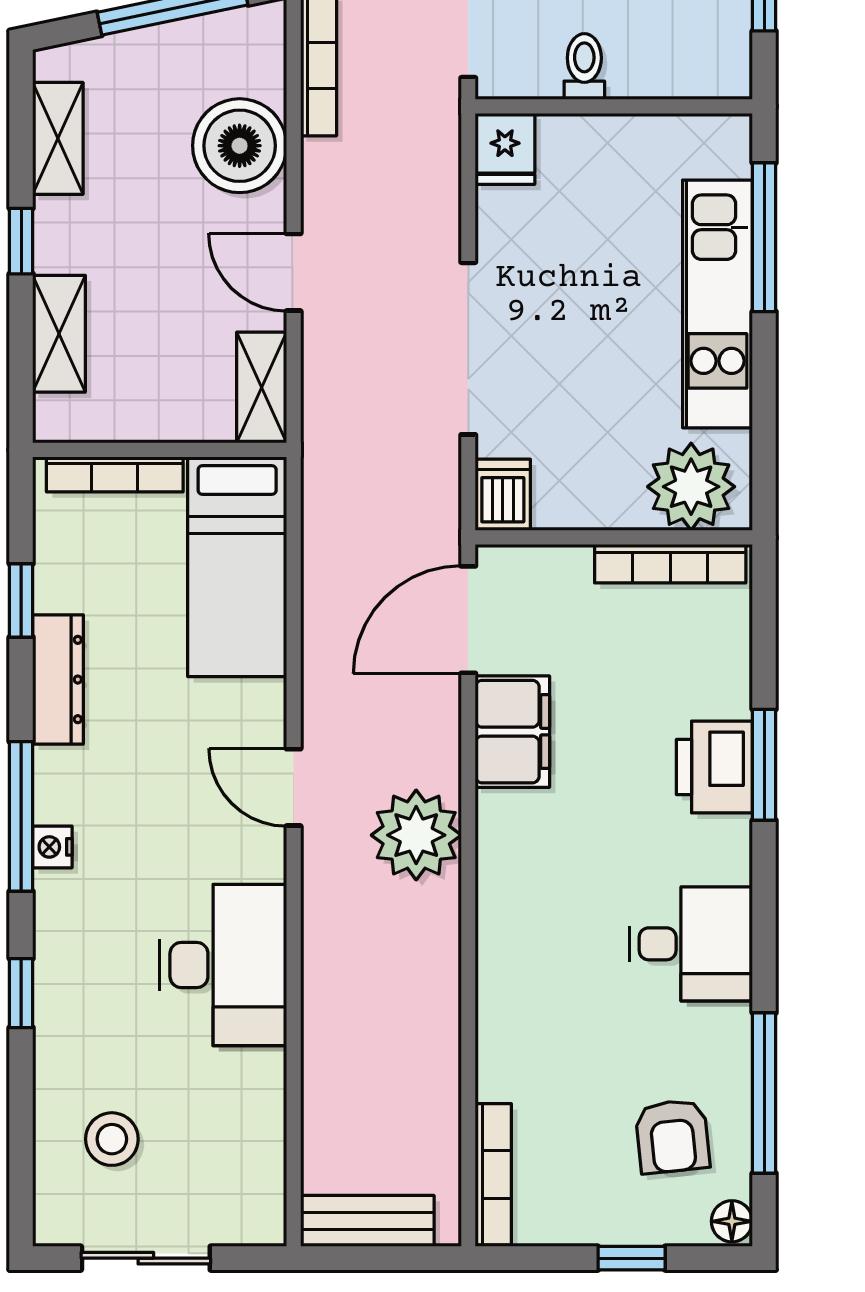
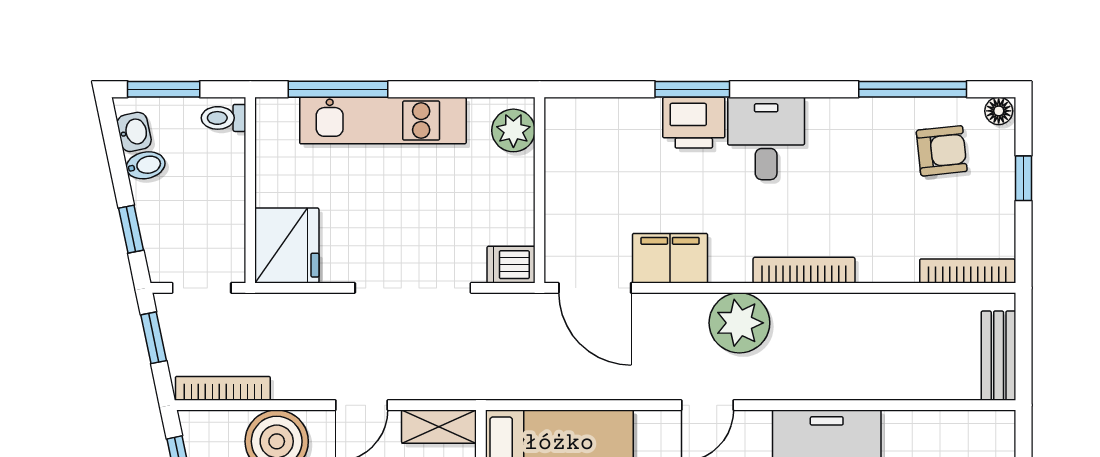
toilet: (584, 67) -> (224, 118), moved
fridge: (505, 149) -> (287, 246), width x1.88, depth x1.34
plant: (691, 487) -> (513, 130), width x0.73, depth x0.73
bookcase: (670, 564) -> (804, 270), moved, turned -90
desk: (691, 944) -> (766, 138), moved

